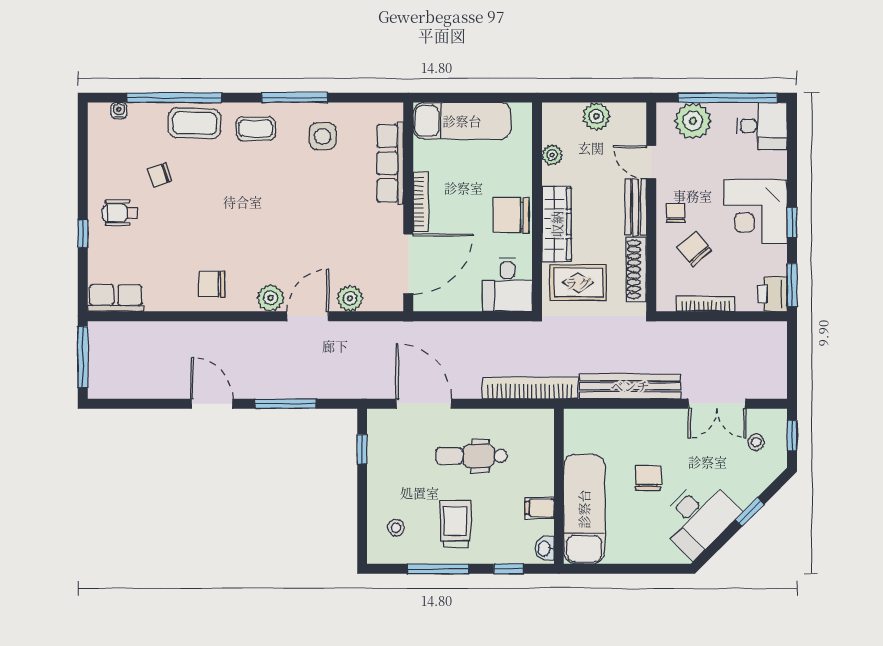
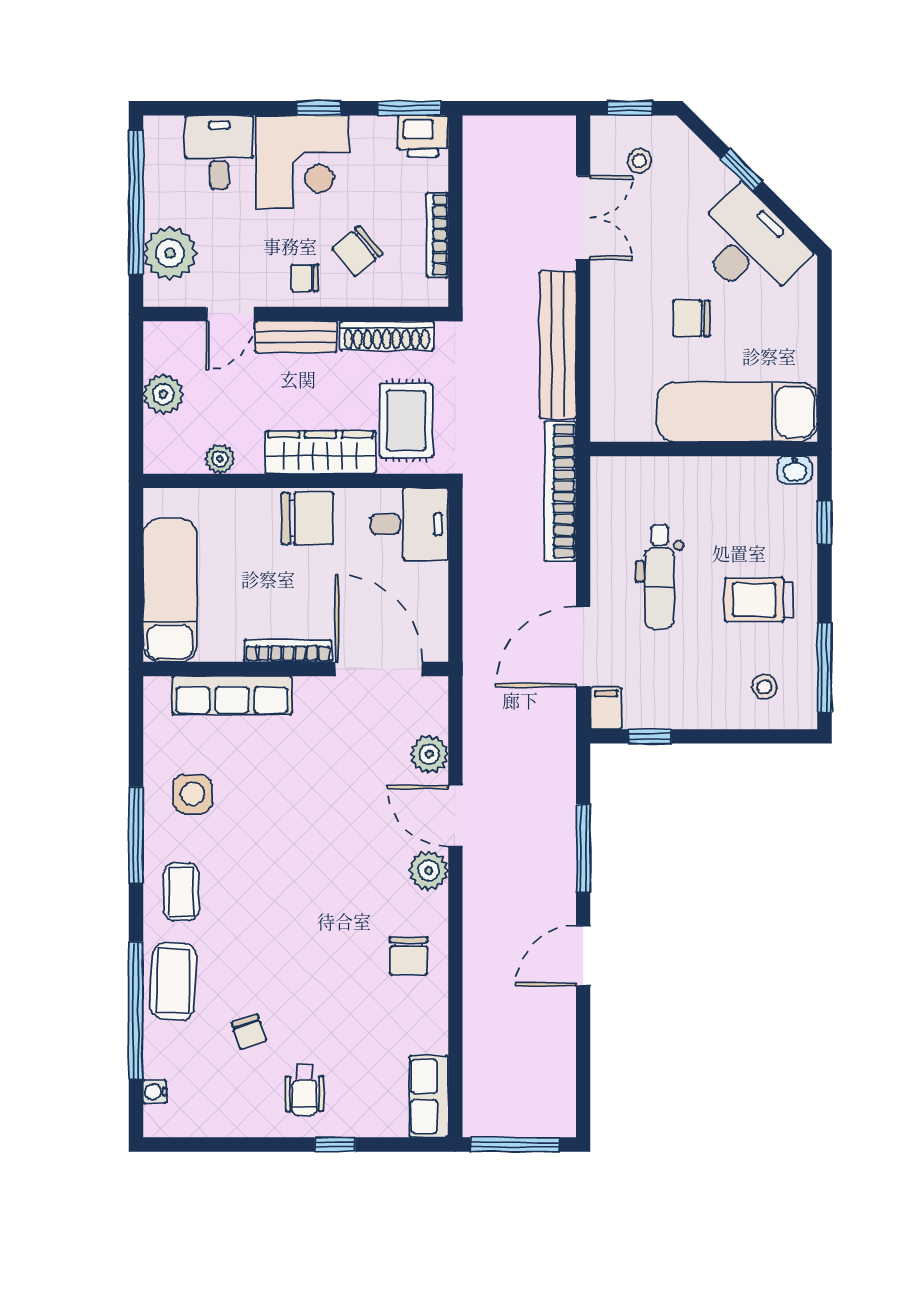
desk: (762, 126) -> (219, 152), moved
chair: (511, 215) -> (308, 518), turned -90
filing cabinet: (540, 508) -> (606, 708), moved, turned 180
window: (438, 569) -> (824, 668), moved

